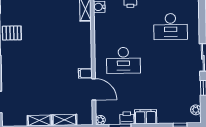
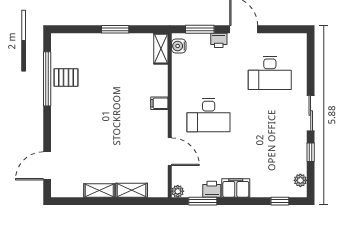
filing cabinet: (85, 73) -> (159, 103), moved

